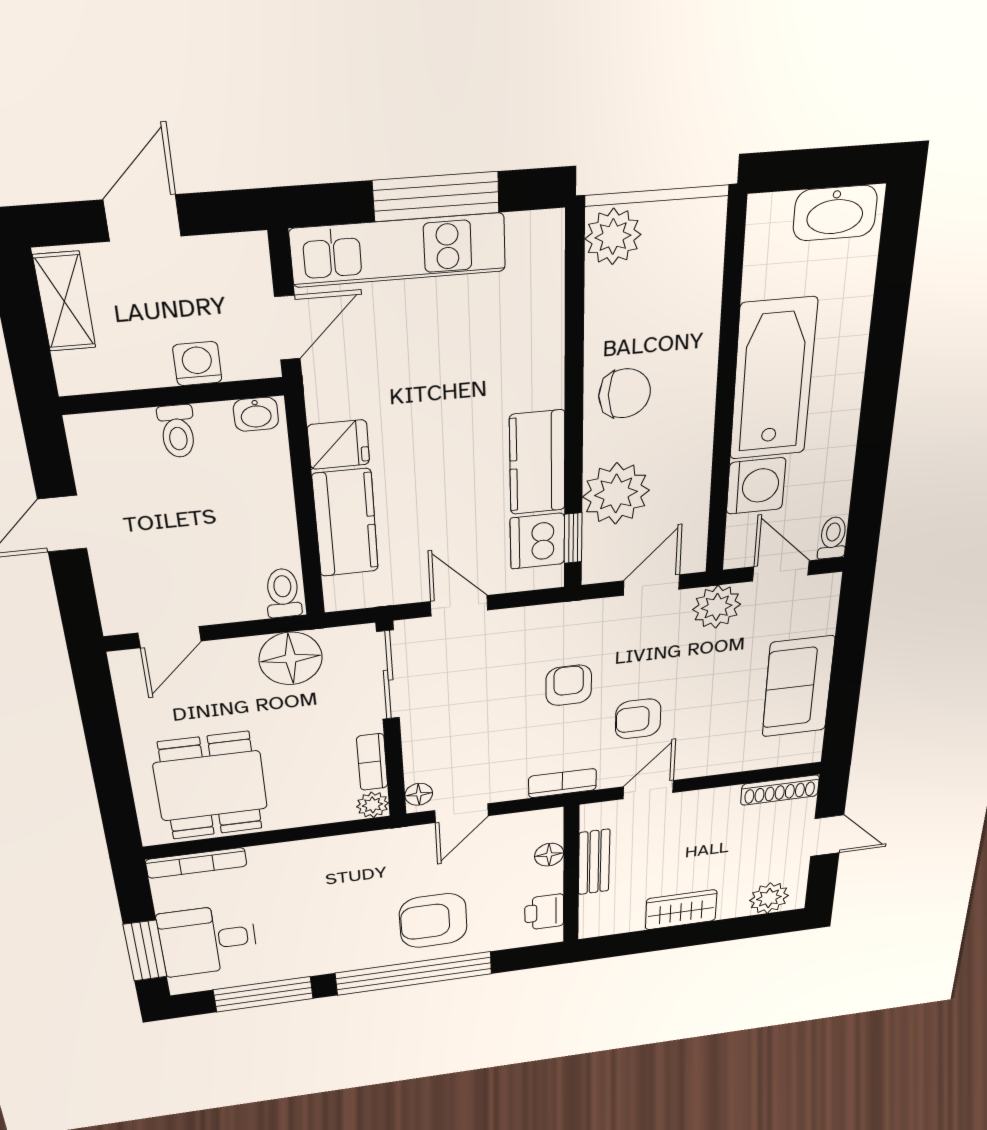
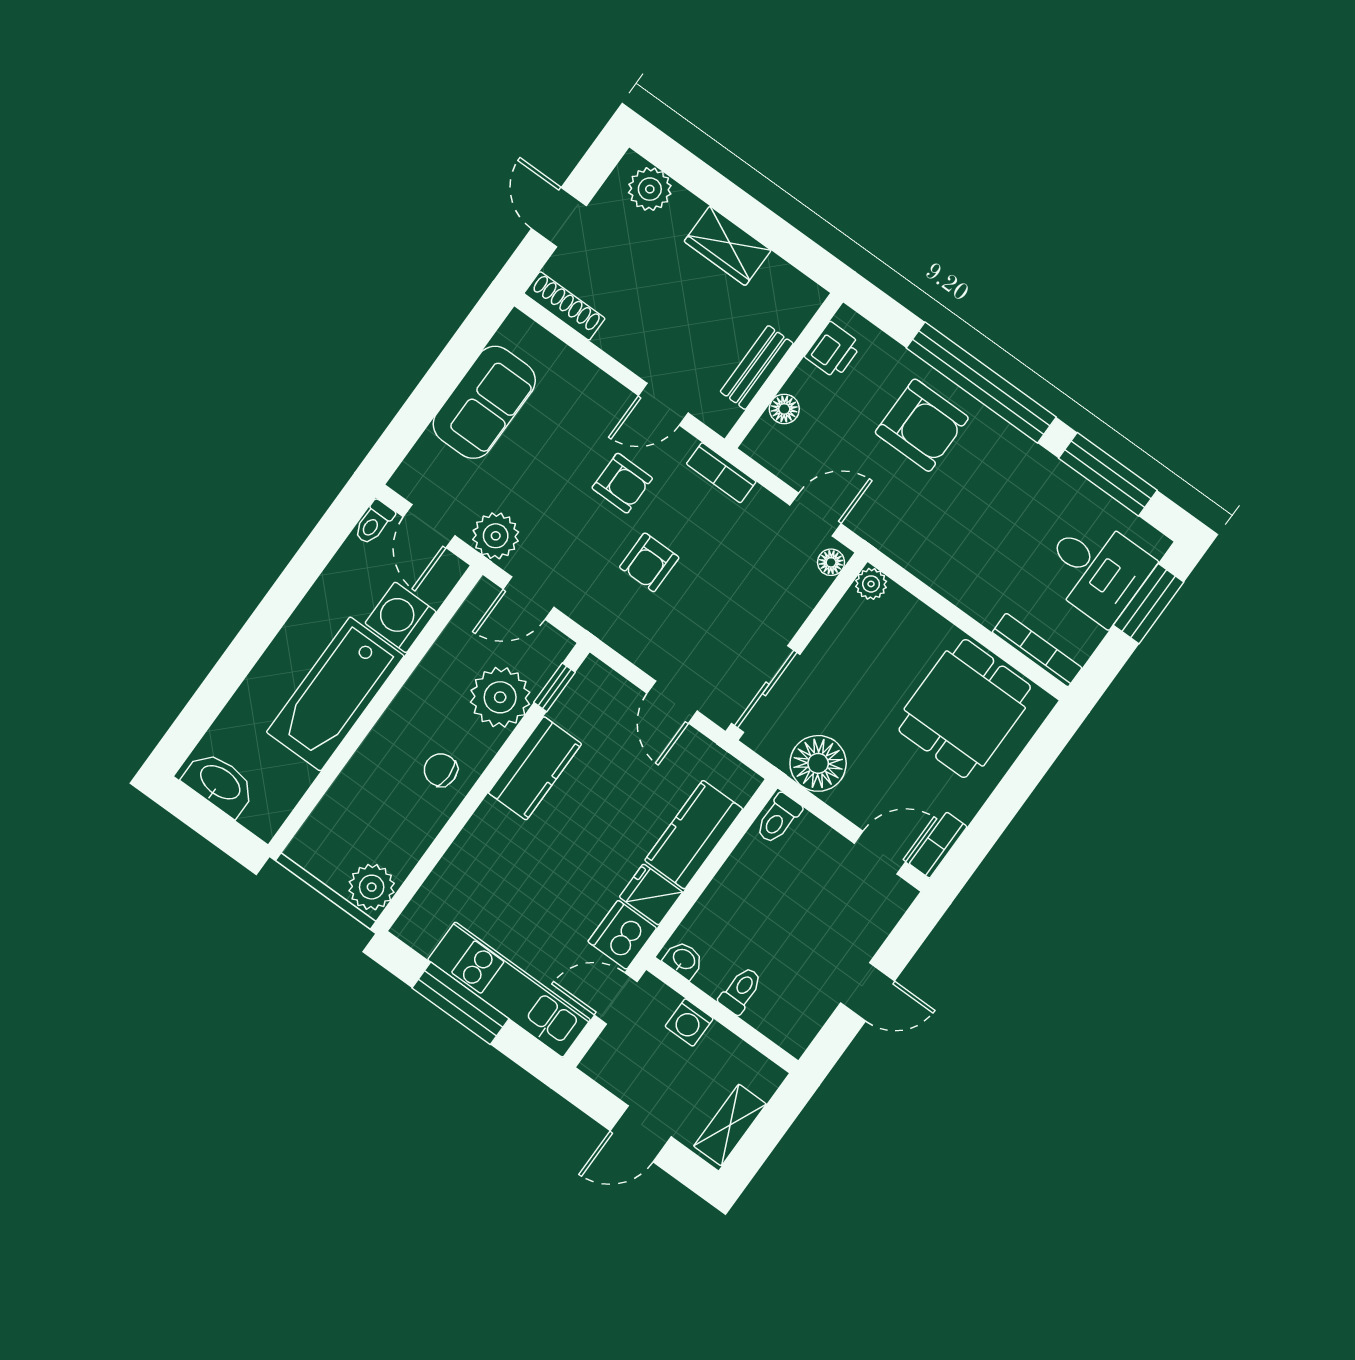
chair: (625, 393) -> (441, 770), width x0.73, depth x0.73
dishwasher: (538, 541) -> (622, 935), moved, turned 180
bookcase: (372, 762) -> (938, 845), moved, turned 180

